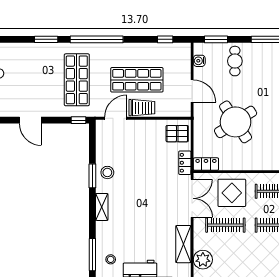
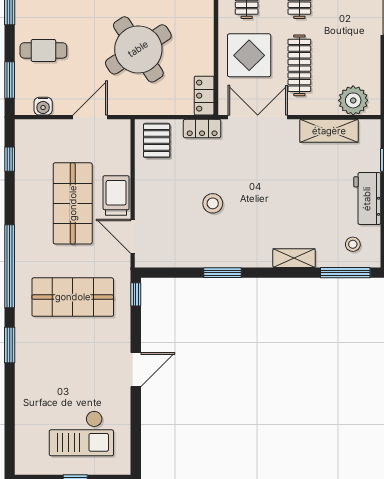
stool: (107, 172) -> (213, 203), moved
shelving: (102, 207) -> (294, 258), moved

